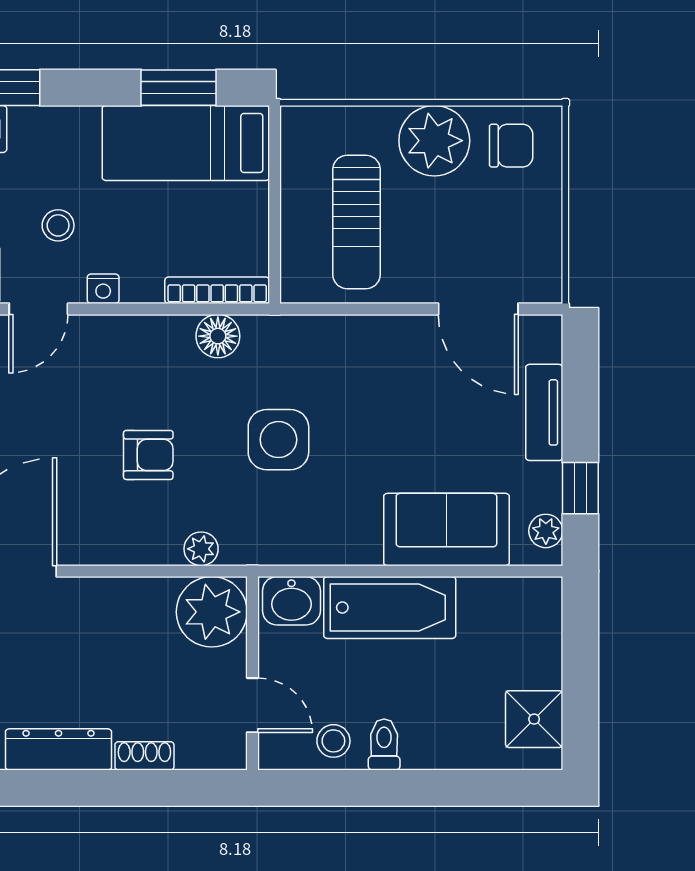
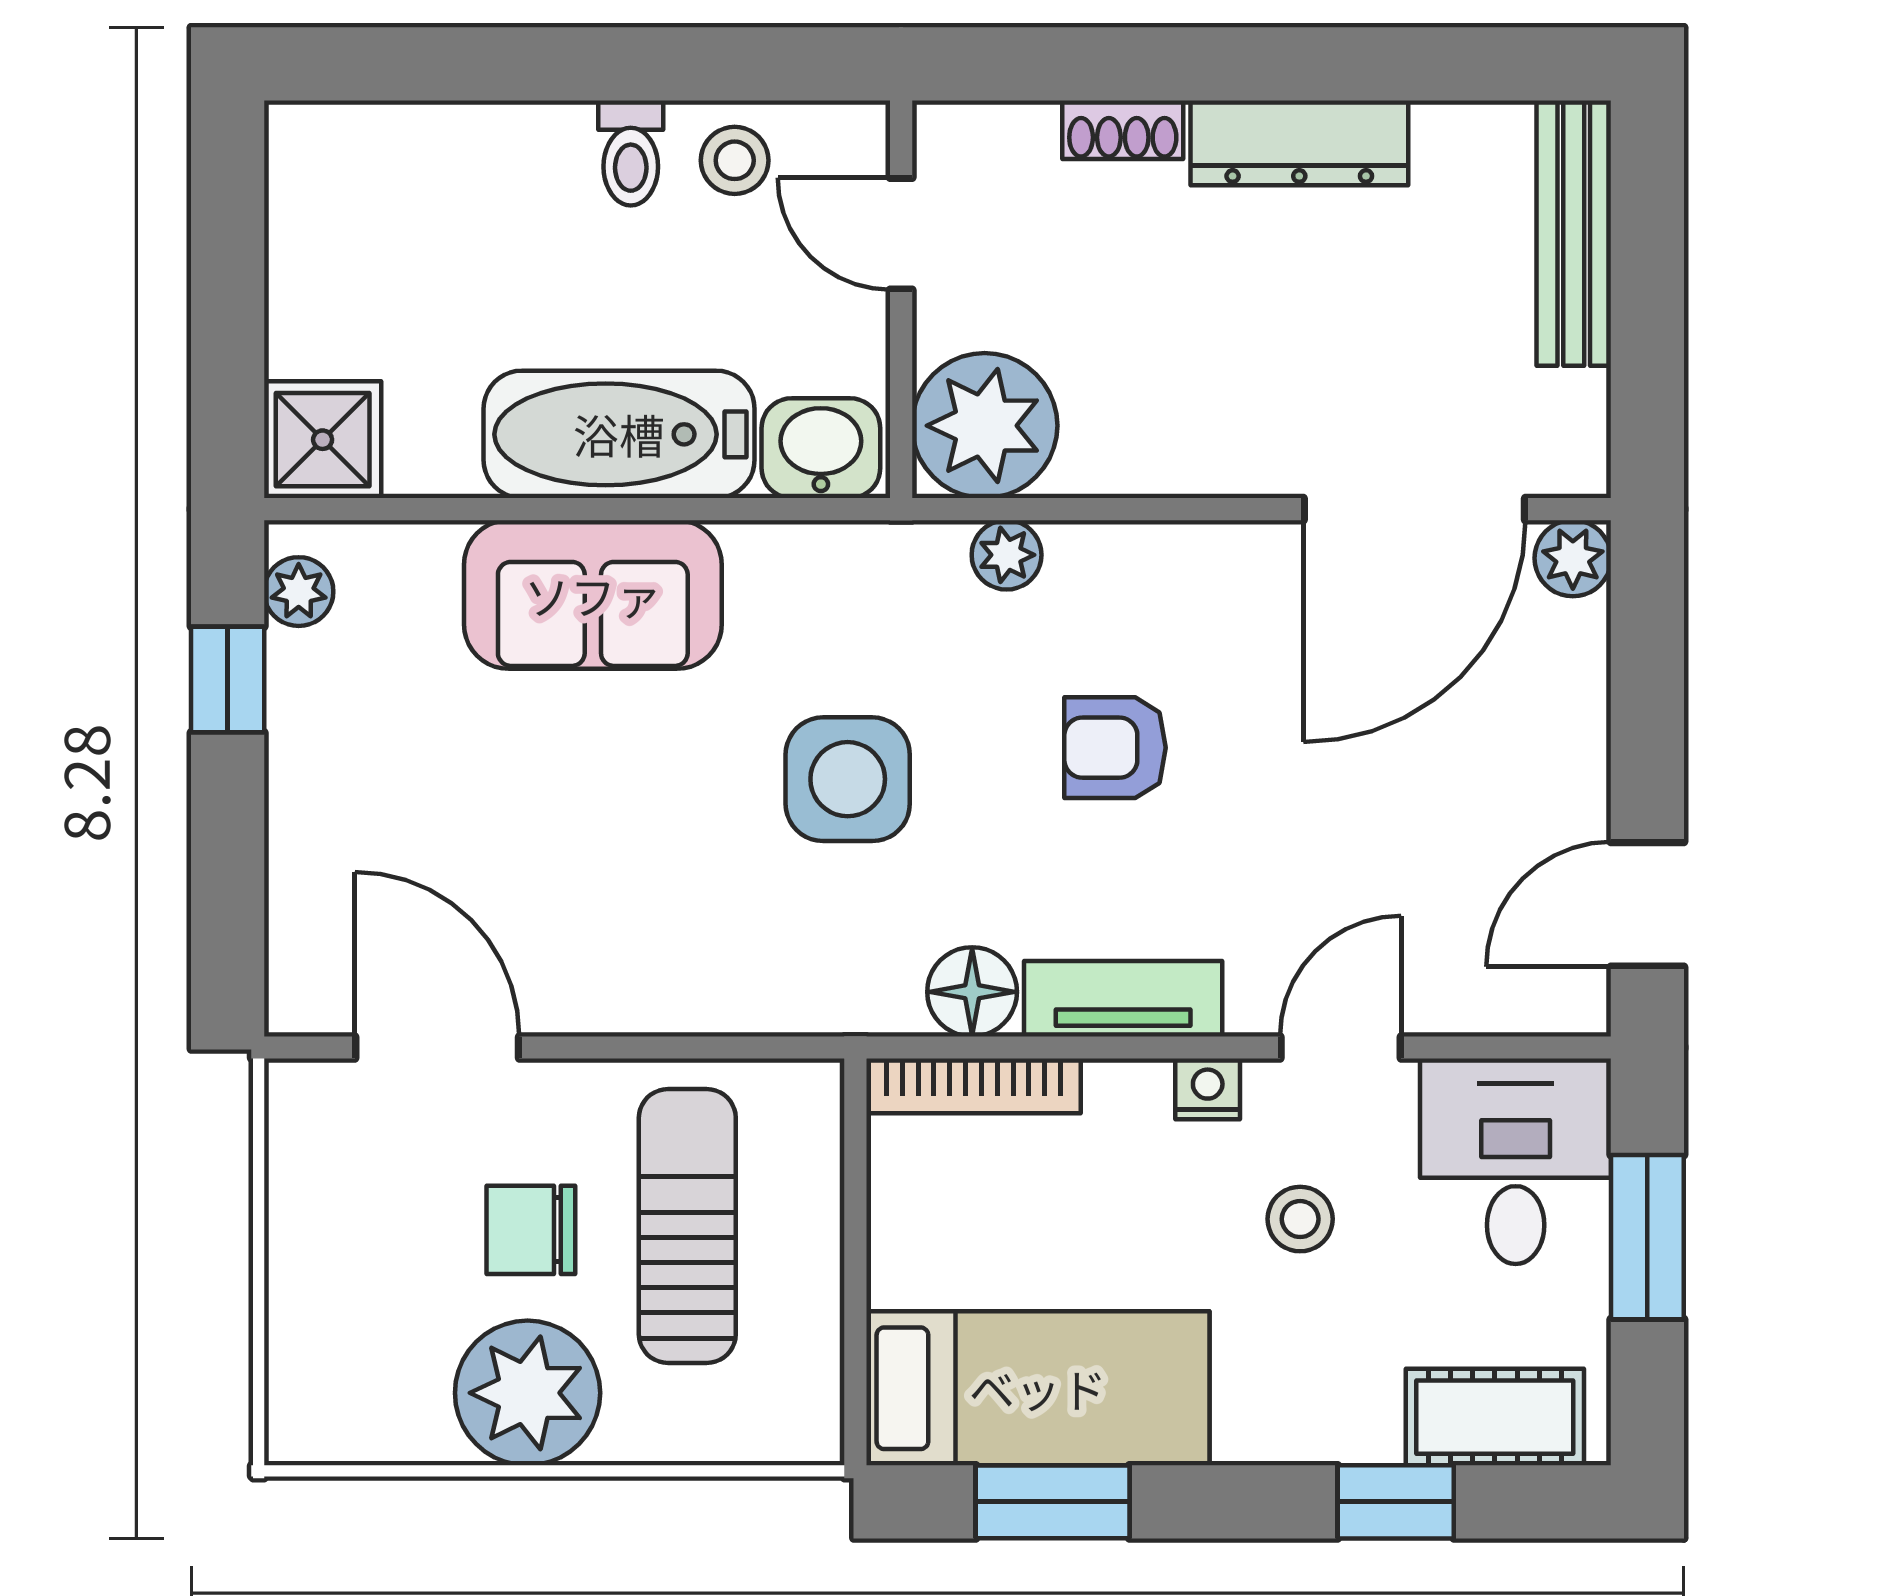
chair: (511, 146) -> (531, 1230), moved
tv unit: (544, 412) -> (1123, 999), moved, turned -90
sofa: (446, 529) -> (593, 595), moved
shower: (534, 719) -> (323, 440), moved

